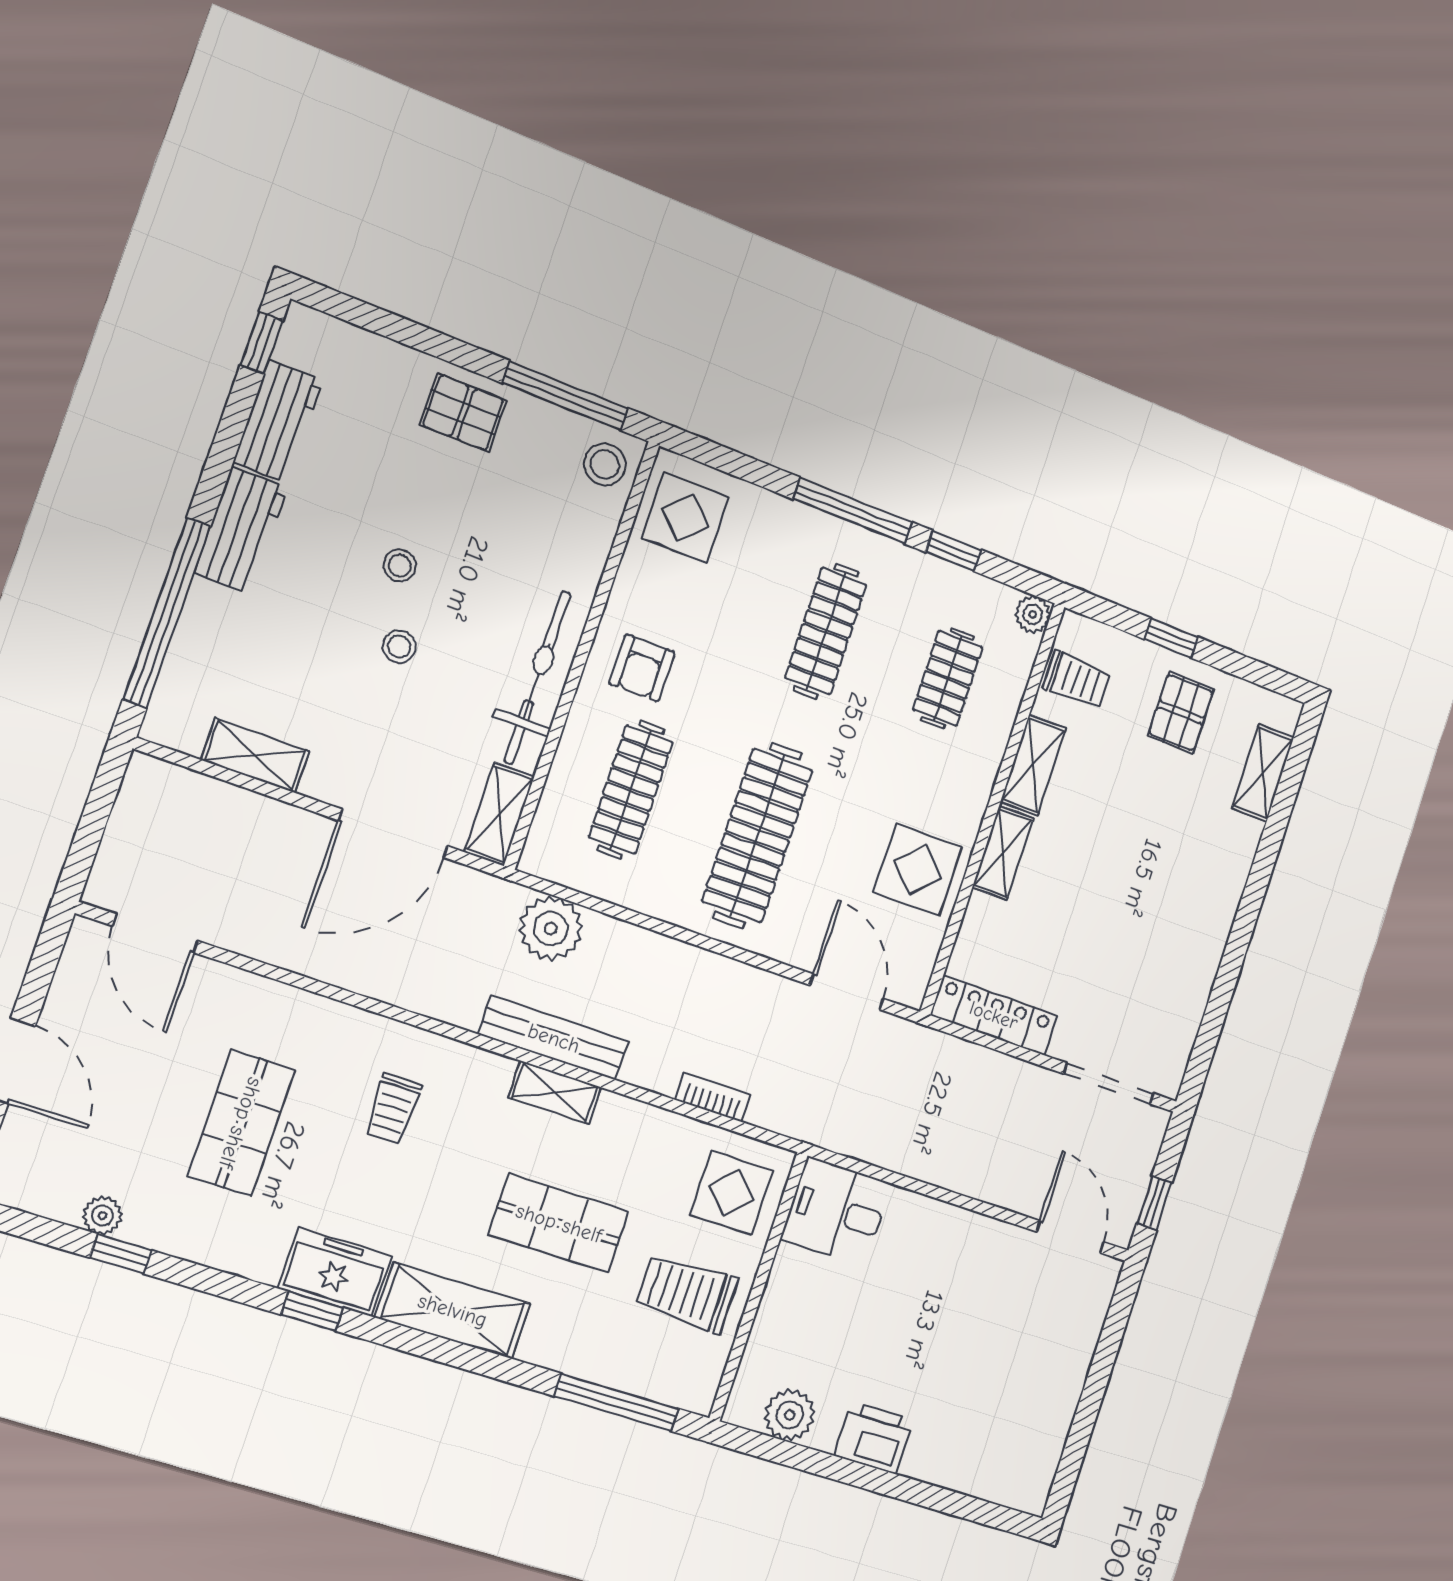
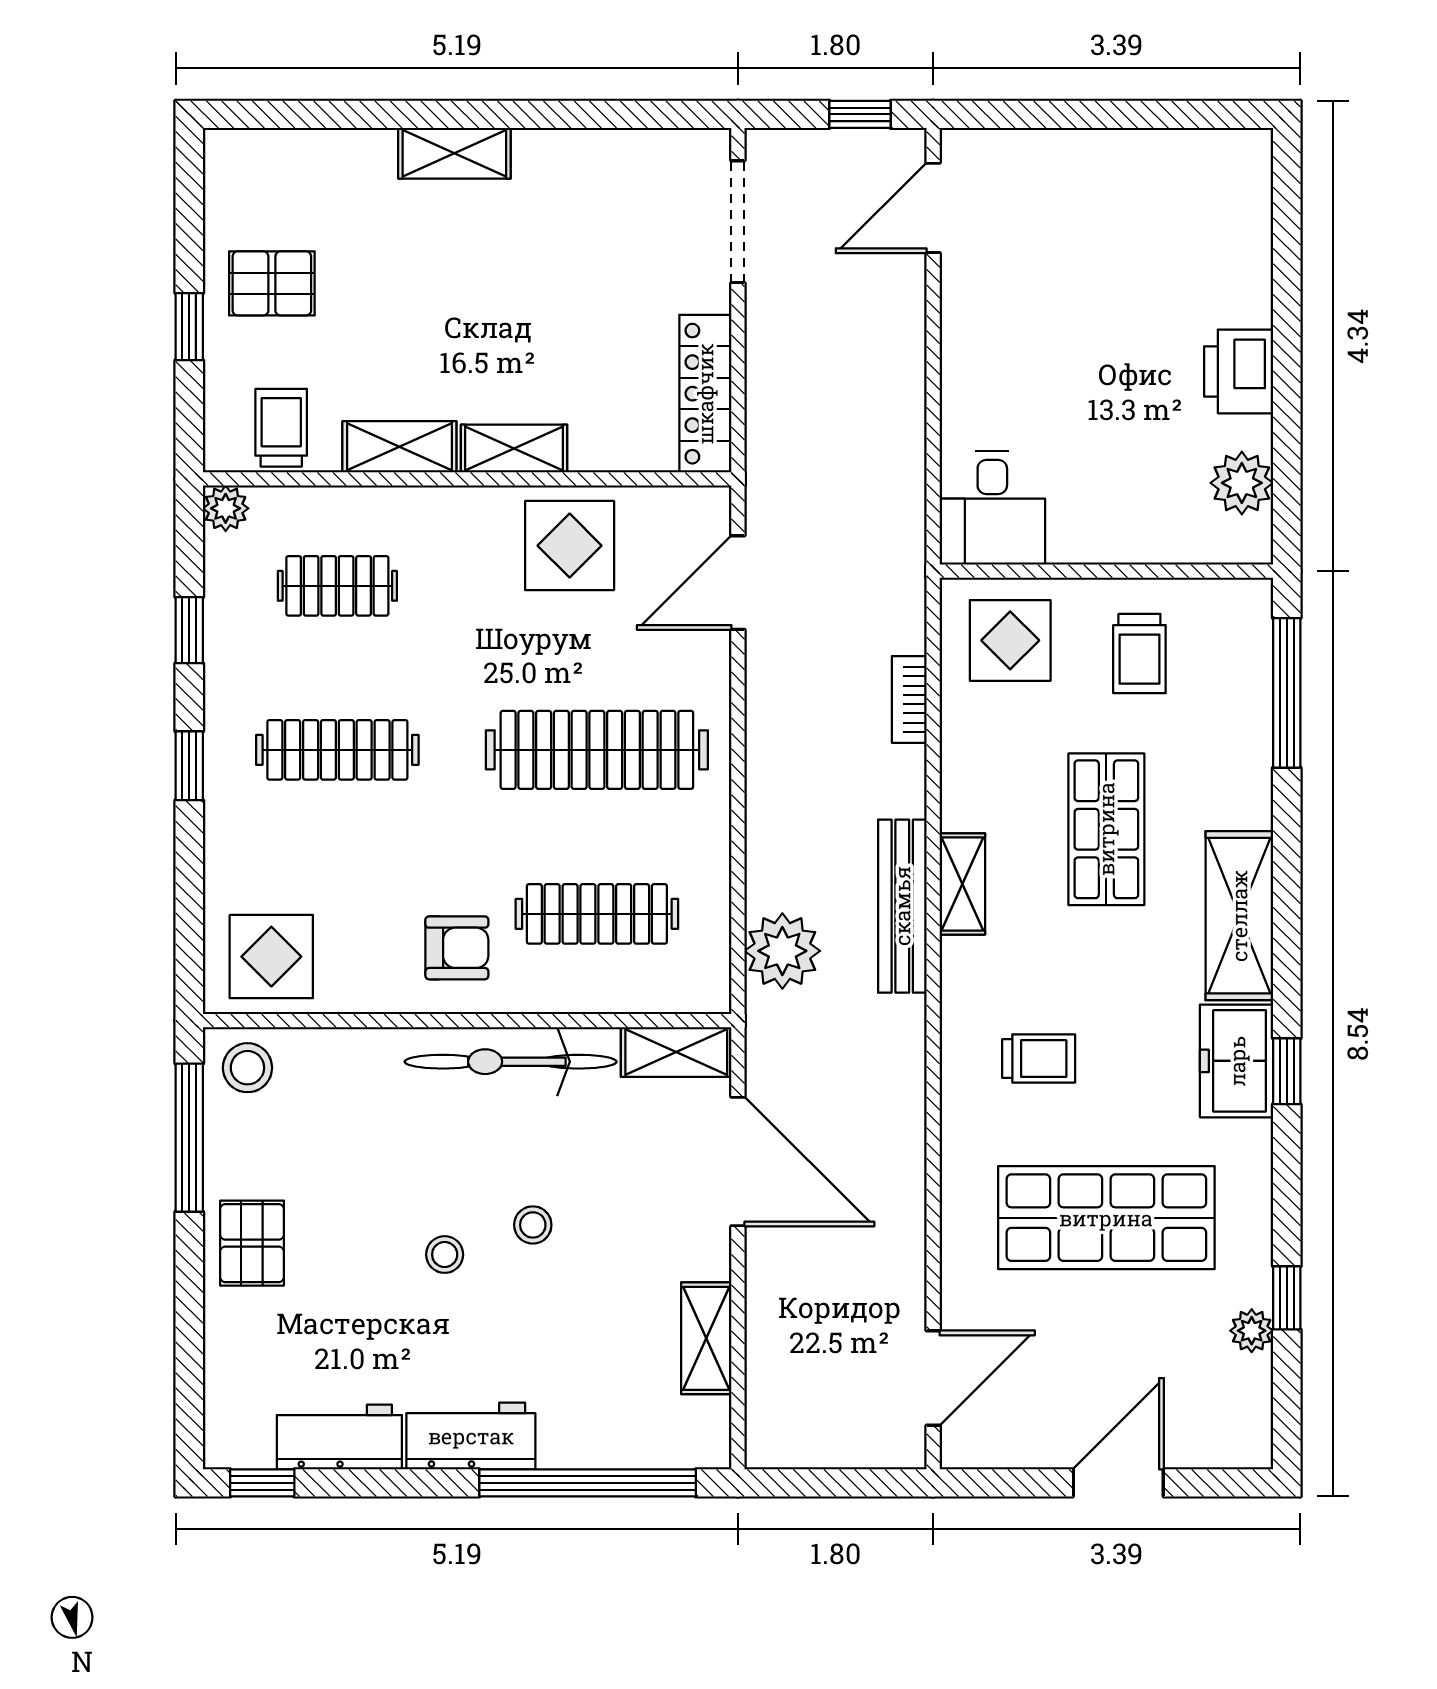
window: (853, 511) -> (189, 766), width x0.46
shelving: (1263, 773) -> (454, 153), moved
shop shelf: (241, 1123) -> (1106, 1218), width x1.43, depth x1.36
trolley: (687, 1293) -> (1139, 654), width x0.73, depth x0.72

